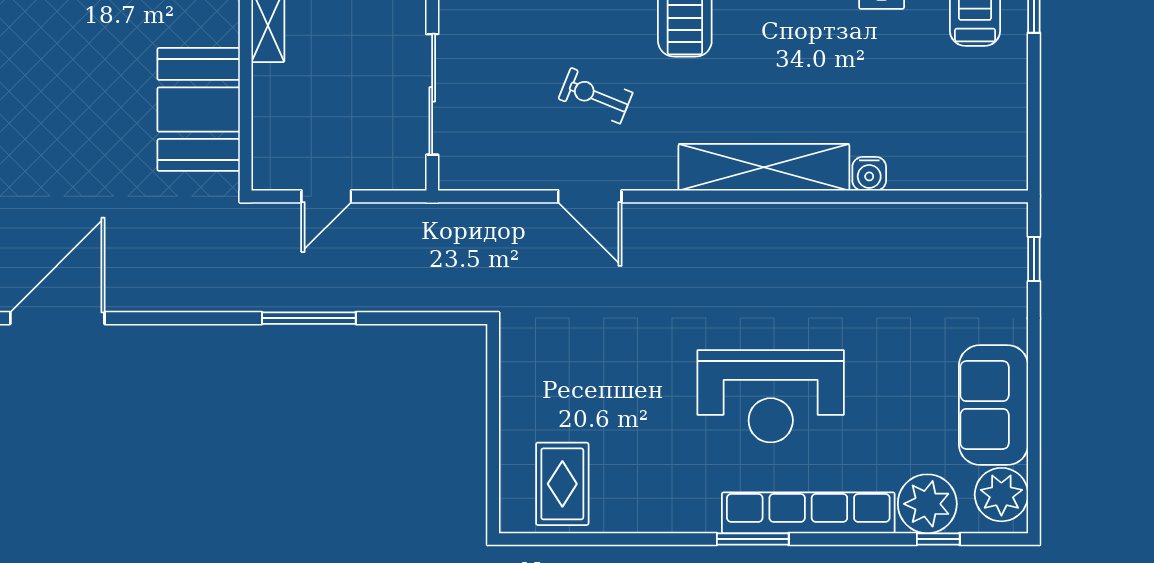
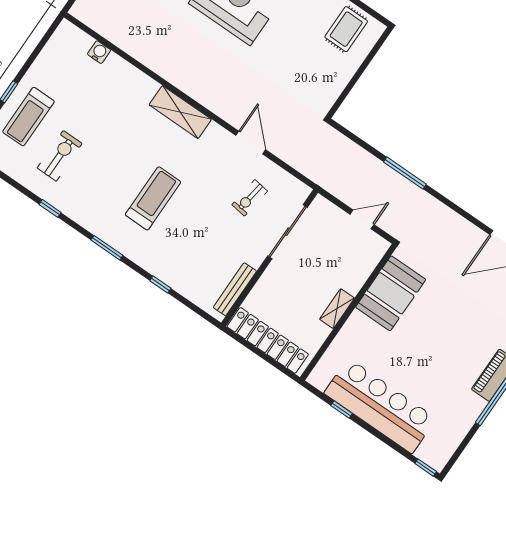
exercise bike: (595, 96) -> (250, 198), moved, turned 76
shelving: (764, 167) -> (180, 112), width x0.68
water cooler: (869, 174) -> (99, 52), moved

